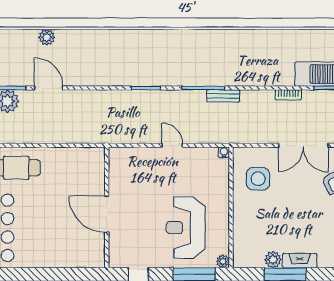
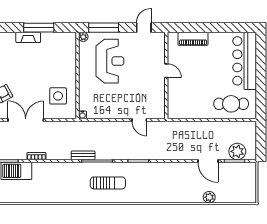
sun lounger: (188, 57) -> (108, 183), added
door: (172, 145) -> (139, 120), moved
door: (107, 214) -> (166, 71), width x0.53
piano: (69, 259) -> (193, 39), added
plant: (273, 260) -> (47, 38), removed

